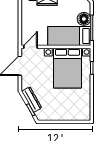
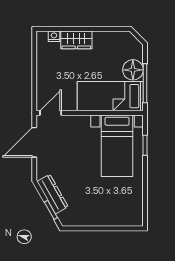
bed with nightstands: (67, 68) -> (117, 146), width x0.73

